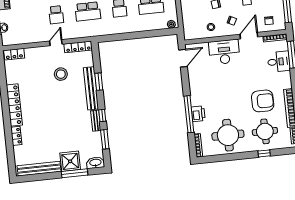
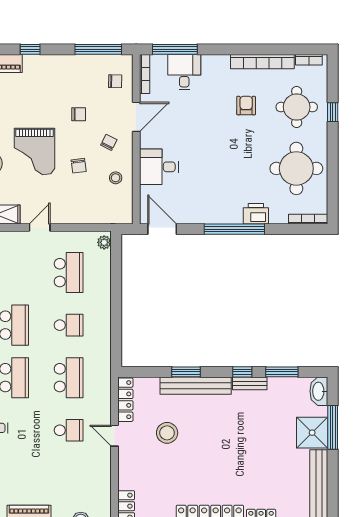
door: (249, 36) -> (136, 117), swing flipped
desk: (224, 52) -> (159, 167), width x0.73
armchair: (263, 101) -> (246, 106), width x0.53, depth x0.53
window: (189, 114) -> (234, 229), moved

